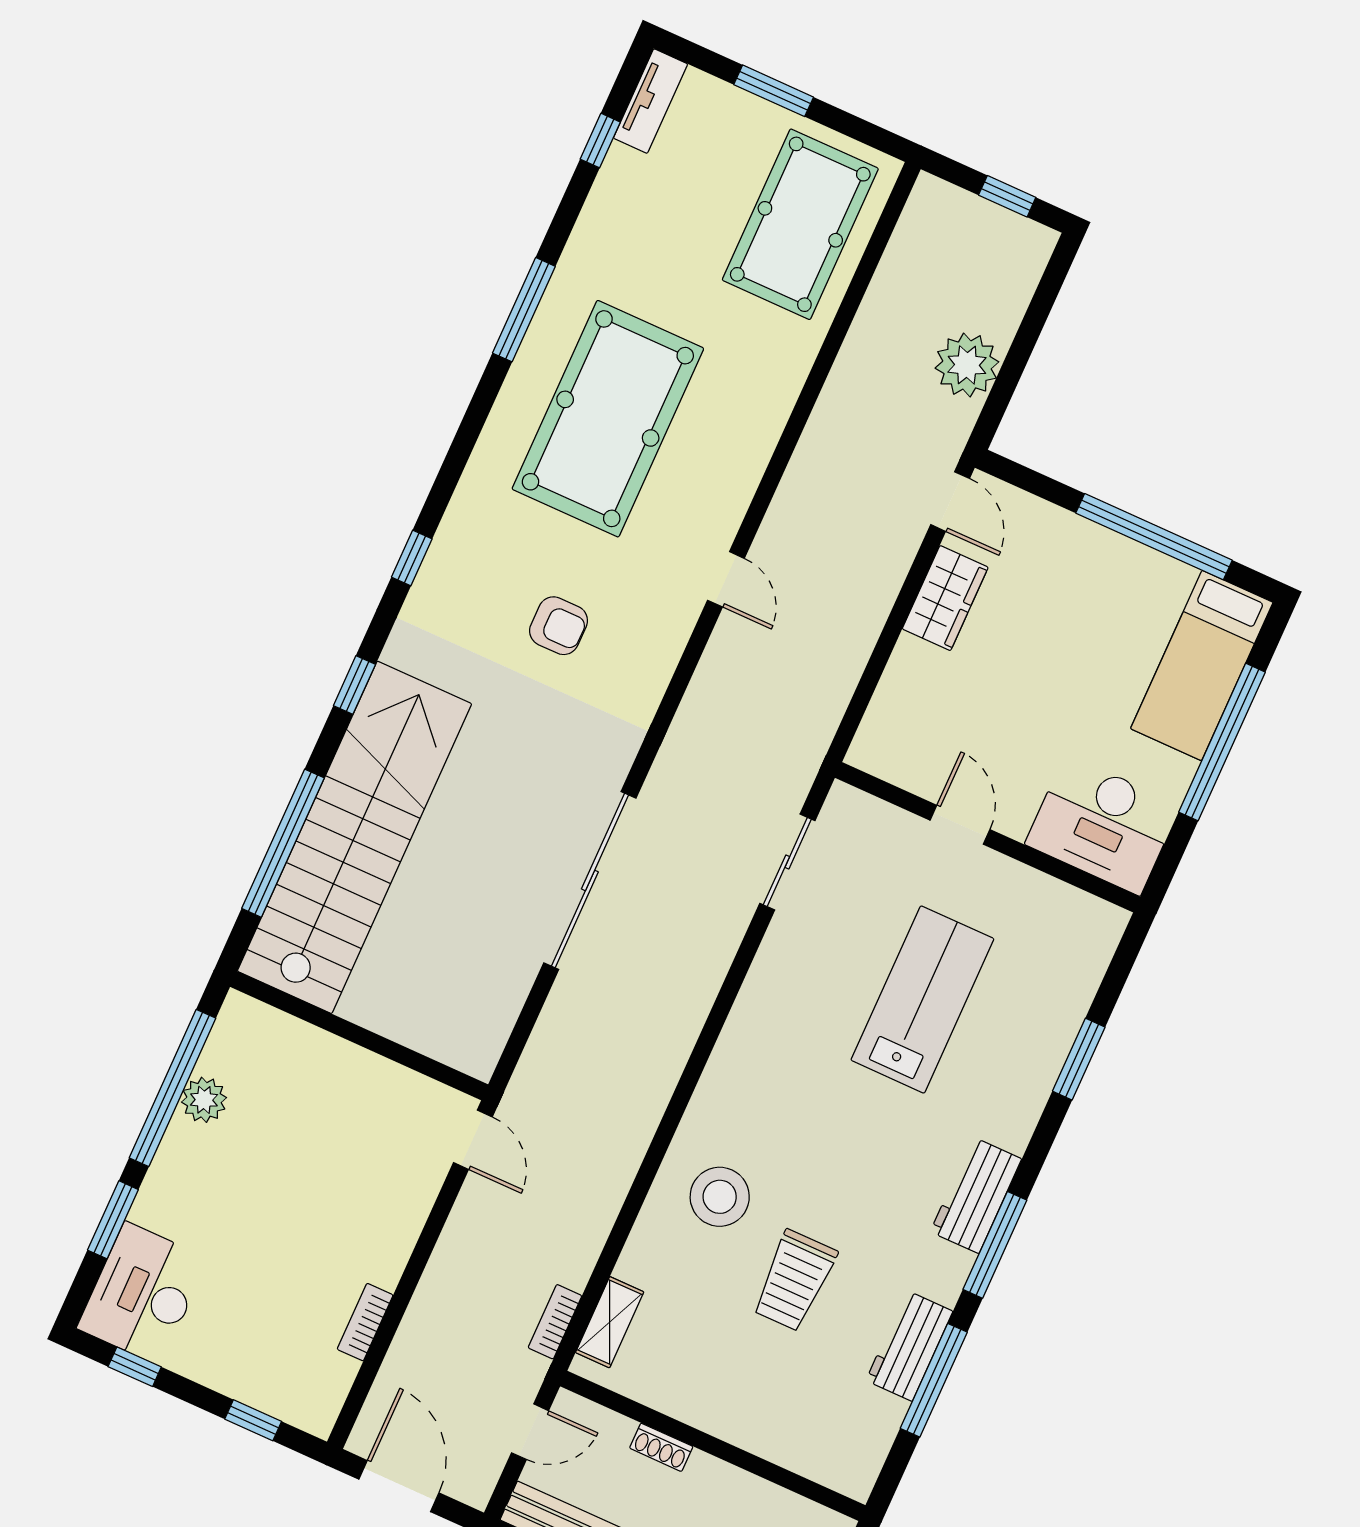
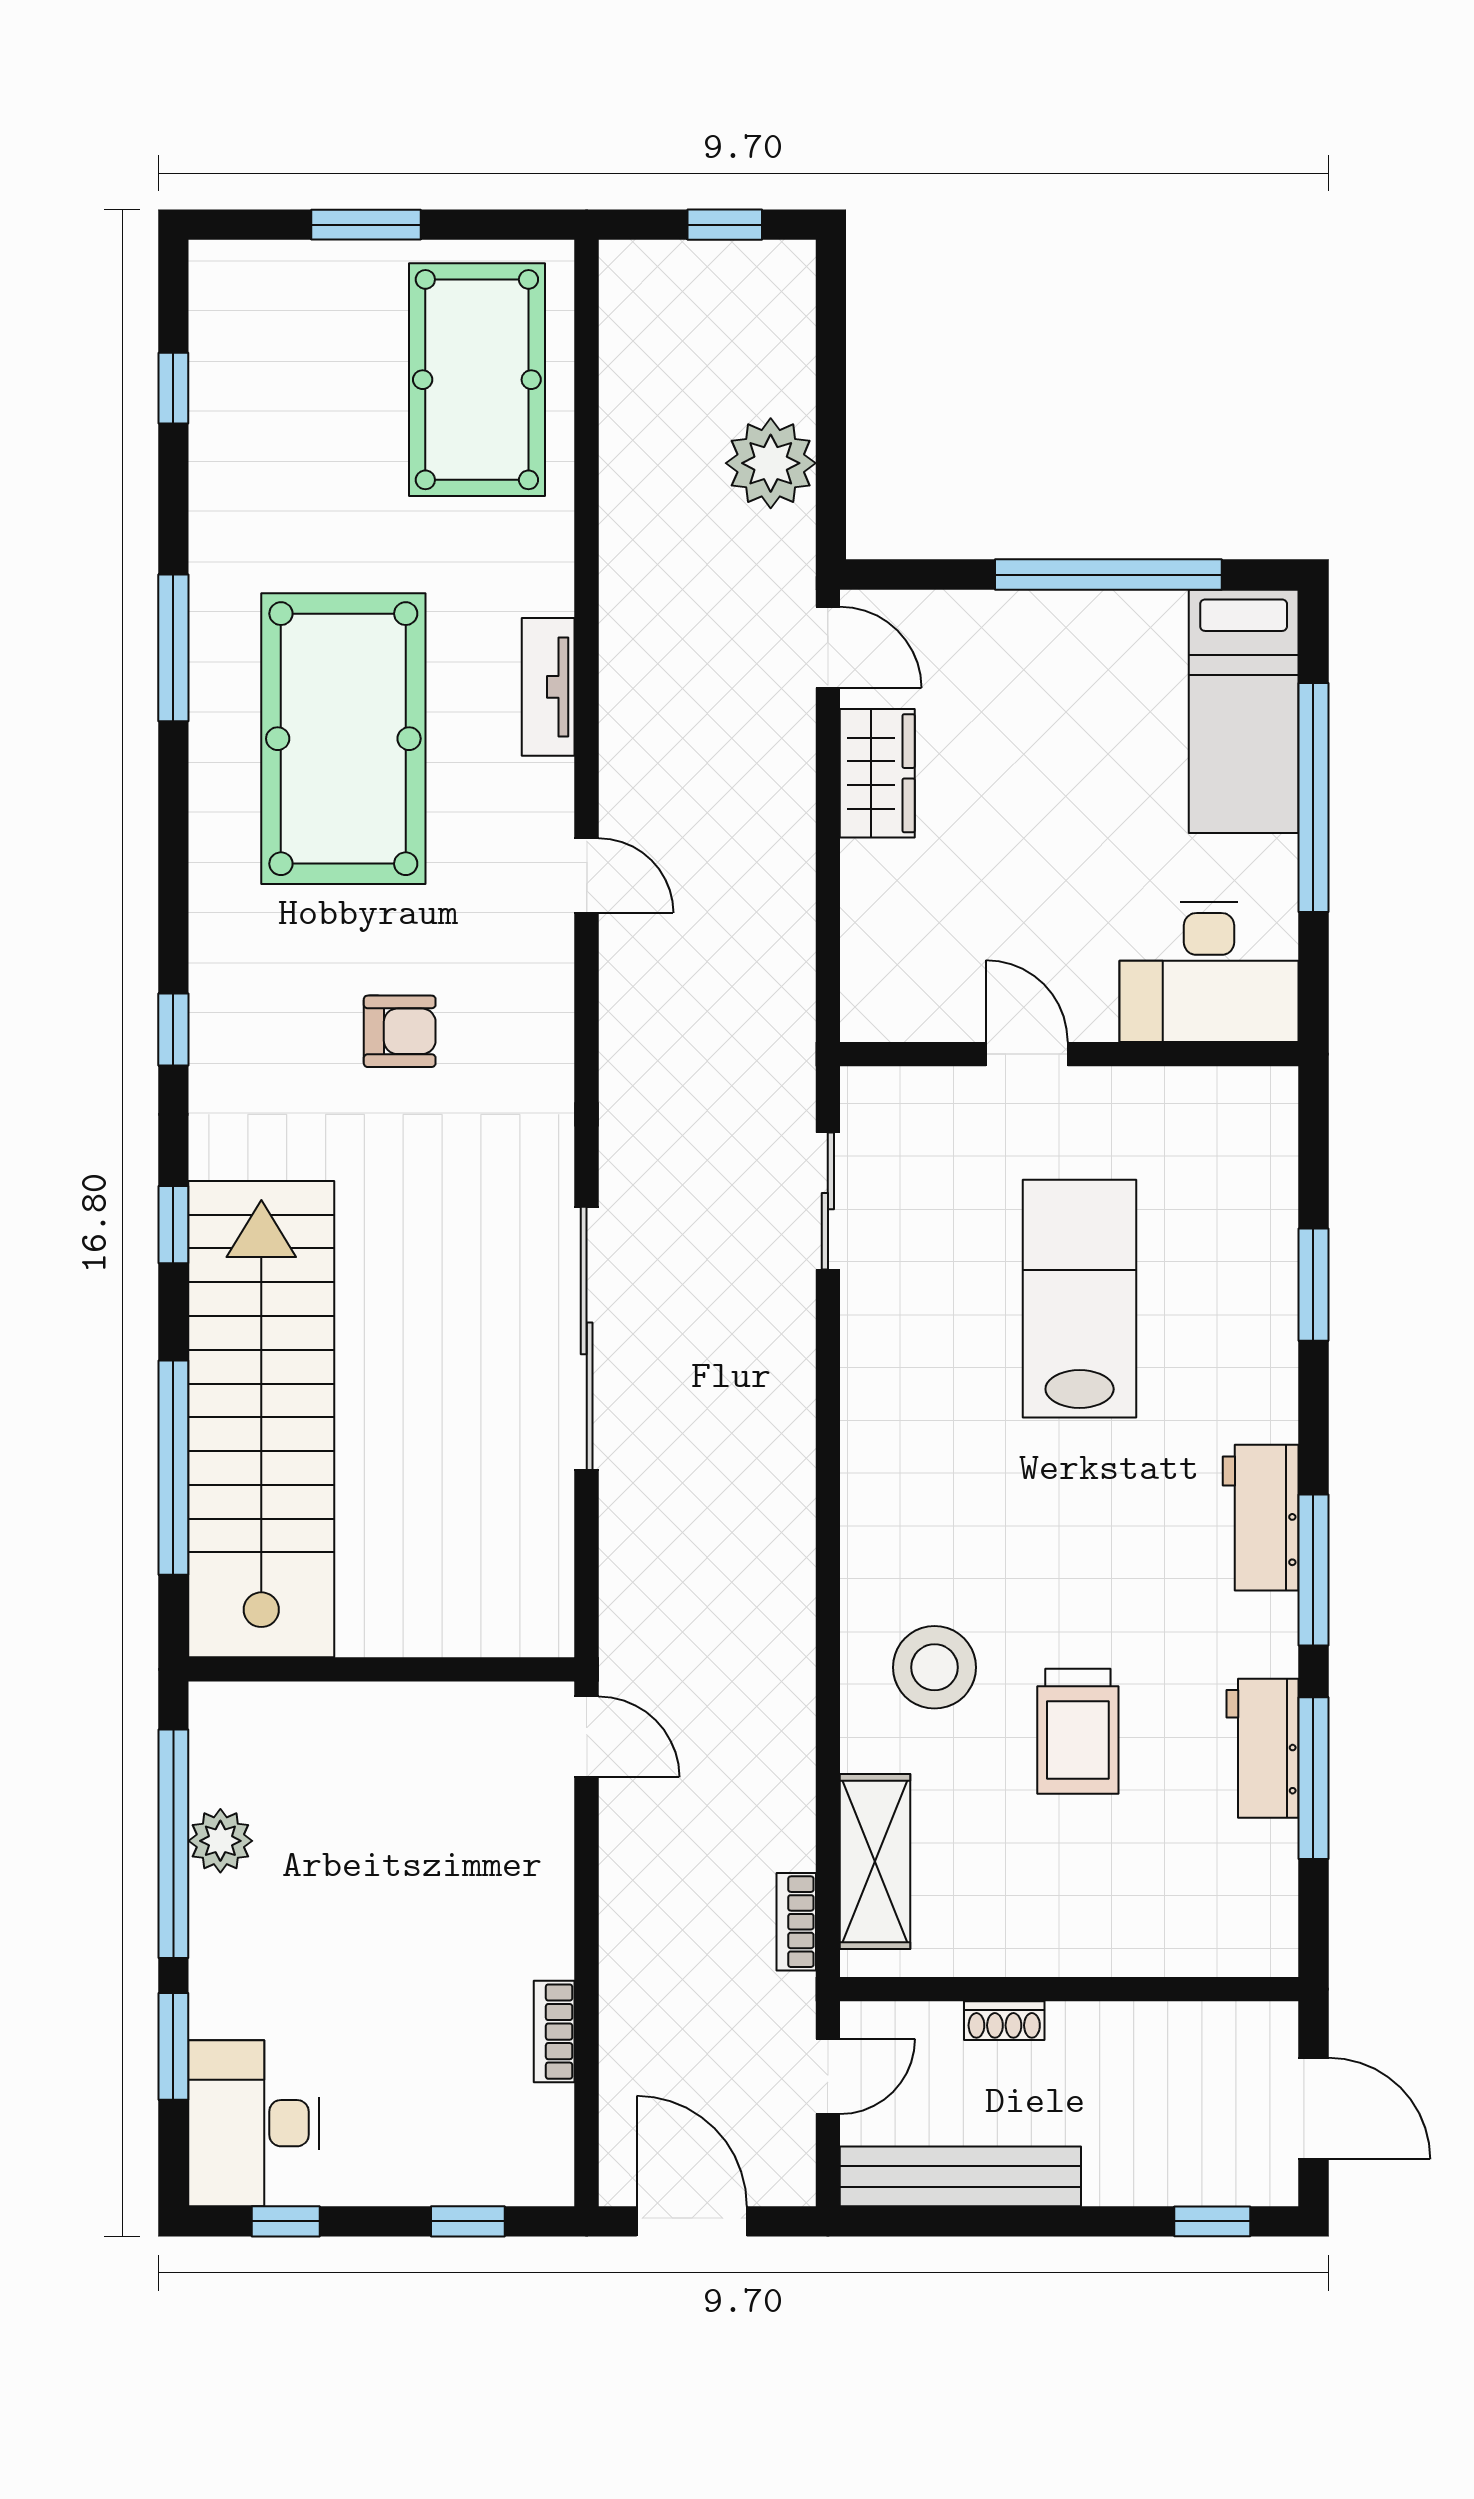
tv unit: (651, 101) -> (548, 687), moved, turned 180
shelving: (610, 1322) -> (875, 1862), width x1.50, depth x1.33

